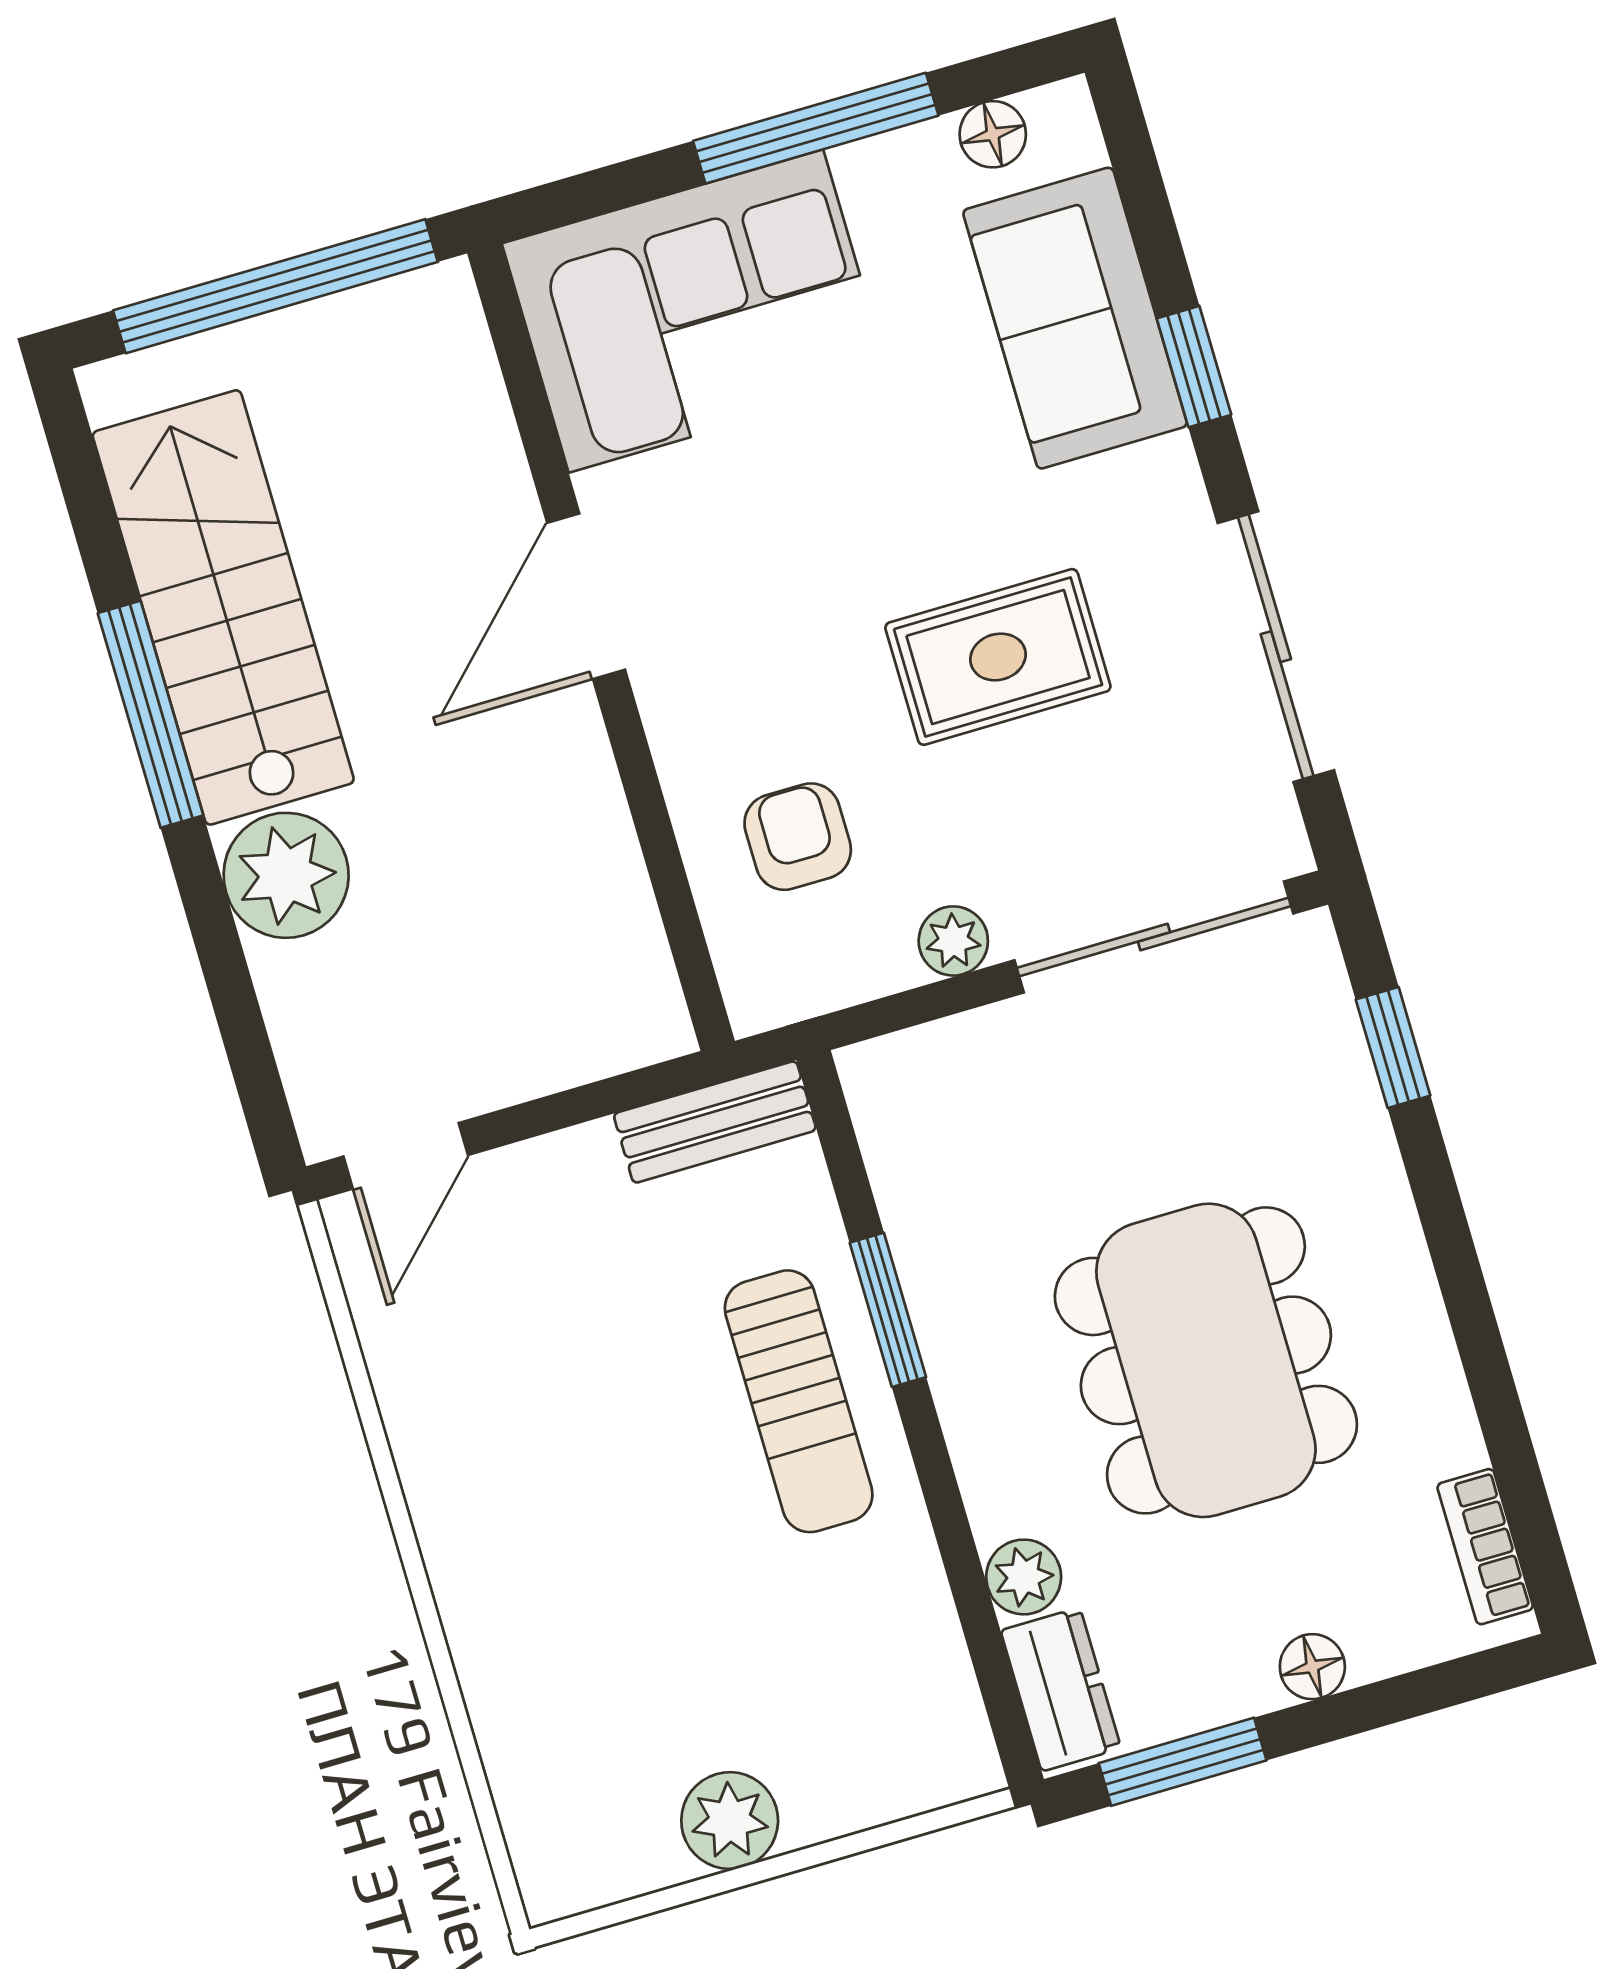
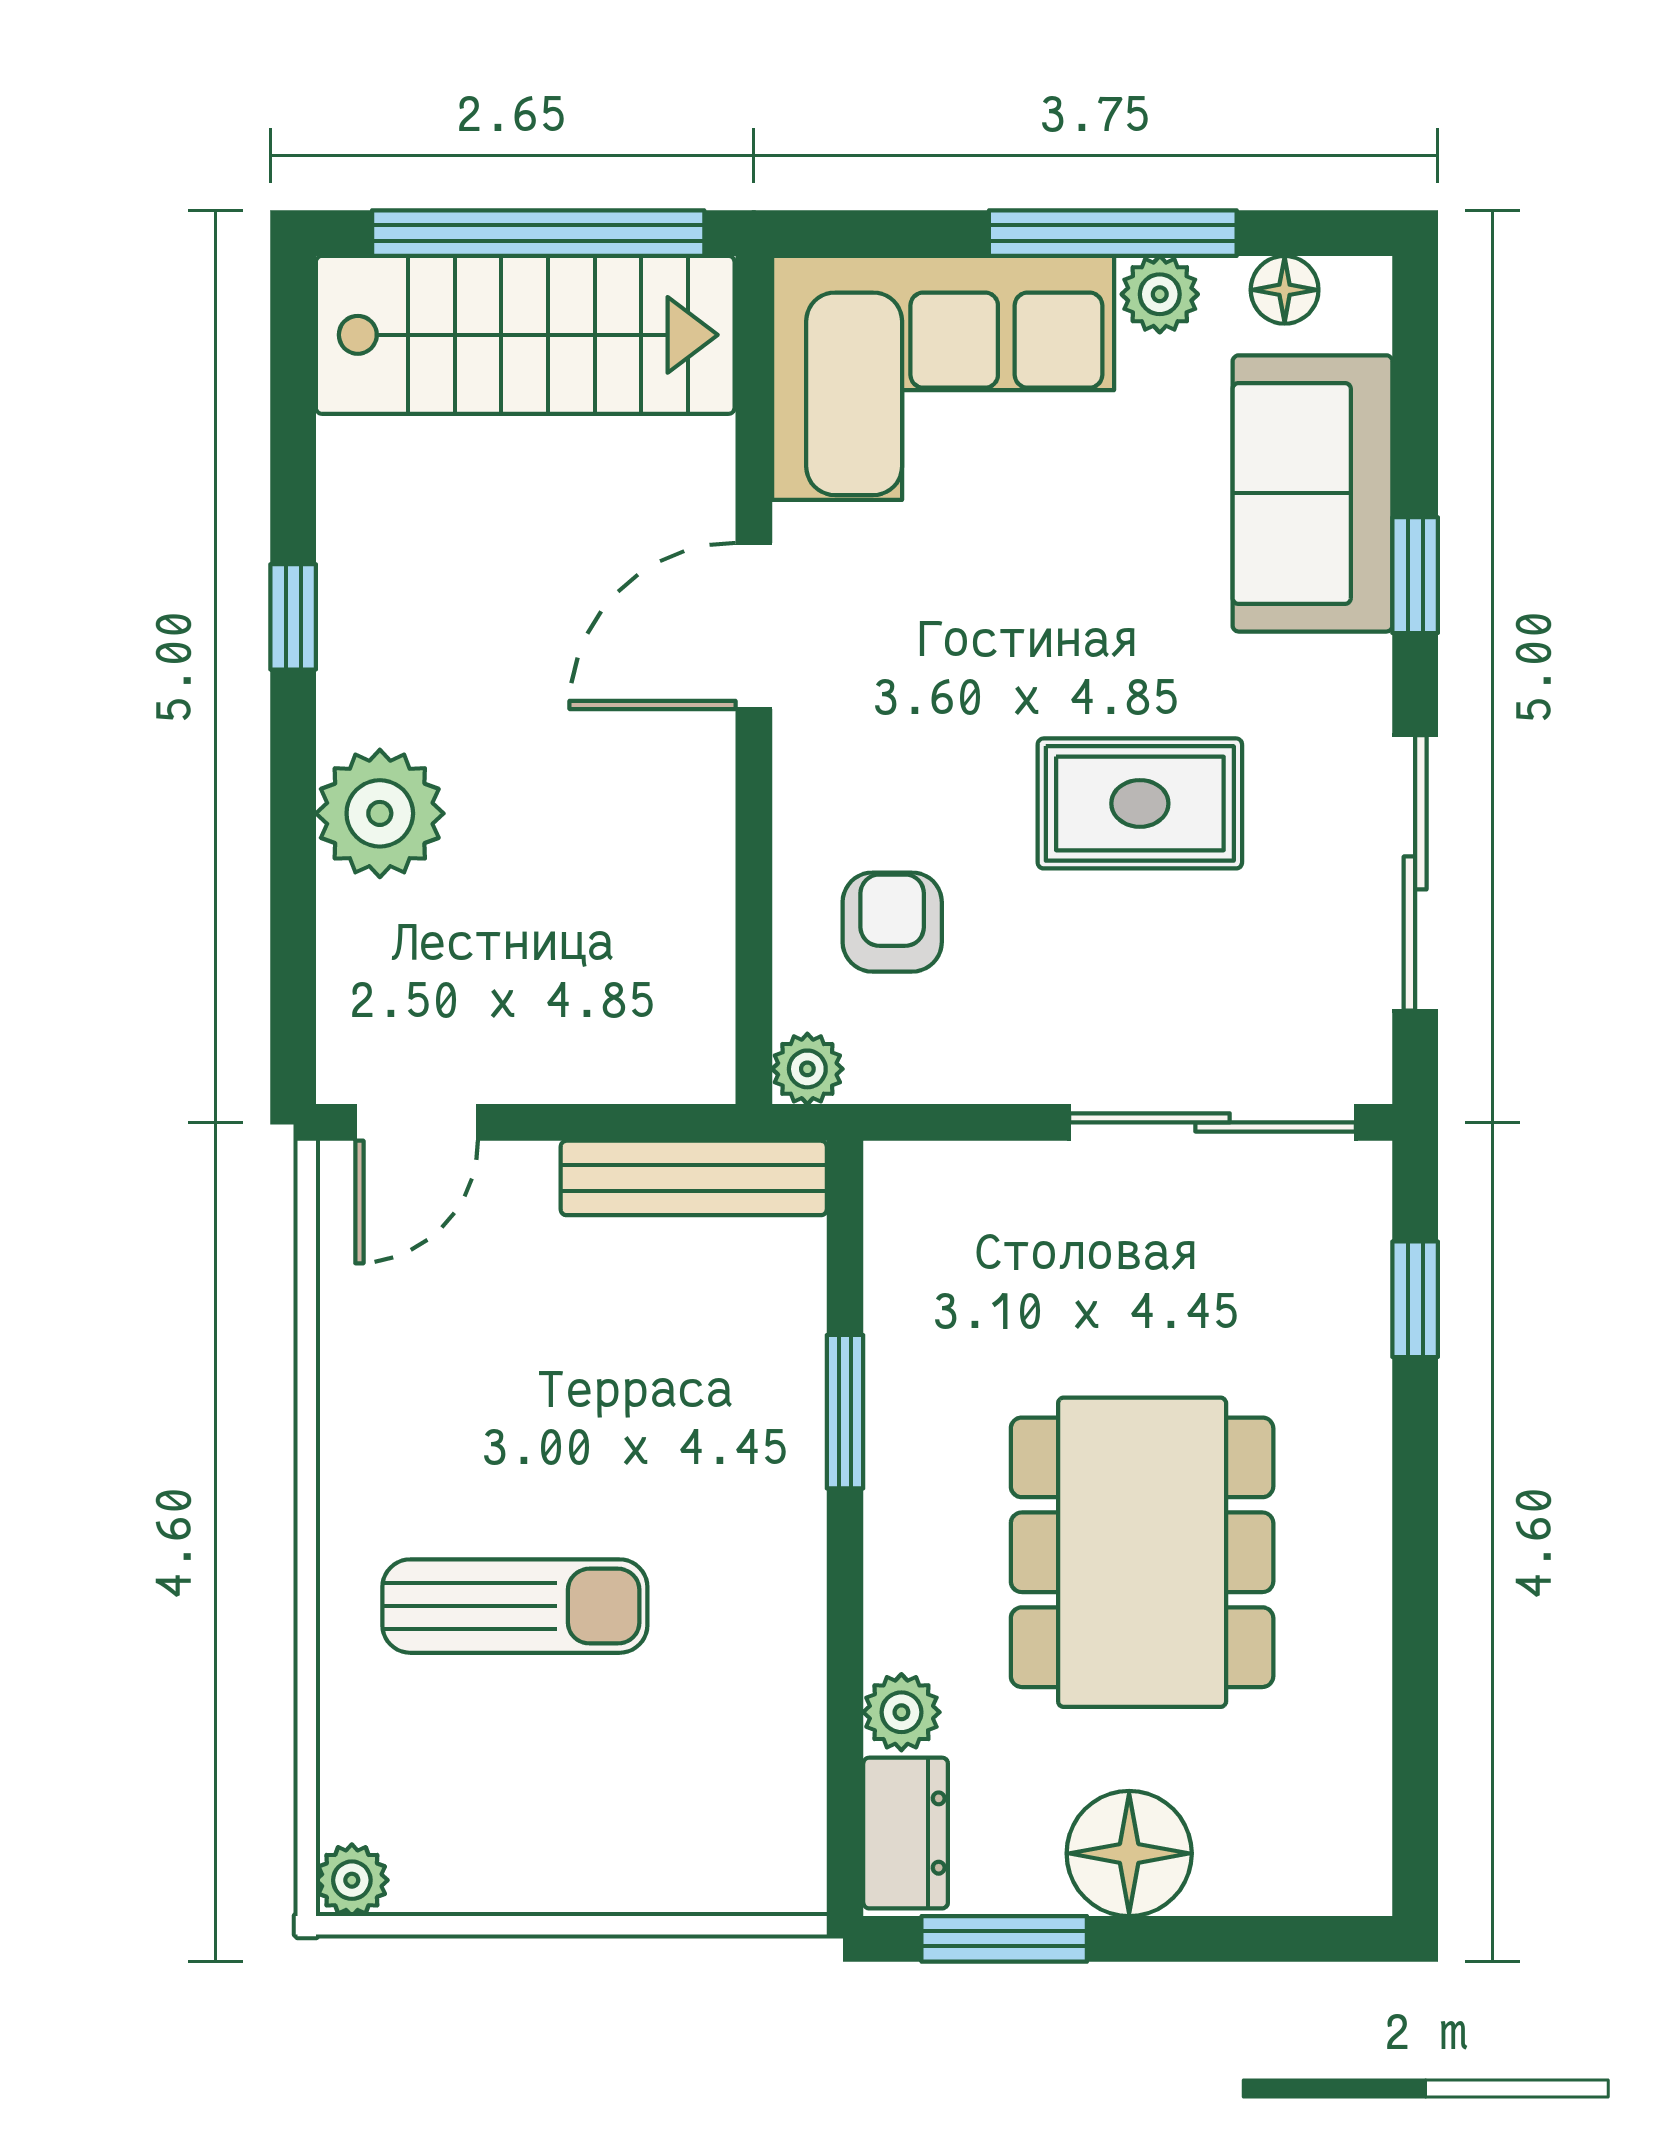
plant: (877, 173) -> (1160, 294), added
stairs: (223, 607) -> (525, 335), moved, turned 90
window: (151, 714) -> (293, 617), width x0.46
plant: (953, 941) -> (807, 1069), moved
bench: (715, 1122) -> (694, 1178), width x1.36
sun lounger: (799, 1401) -> (515, 1606), moved, turned -90
bookcase: (1485, 1547) -> (1362, 1815), removed
floor lamp: (1312, 1667) -> (1129, 1853), width x1.89, depth x1.89
plant: (730, 1821) -> (352, 1880), moved, width x0.73, depth x0.73

